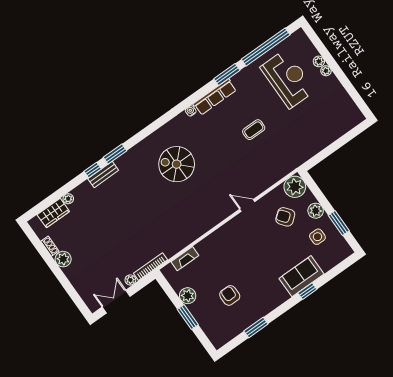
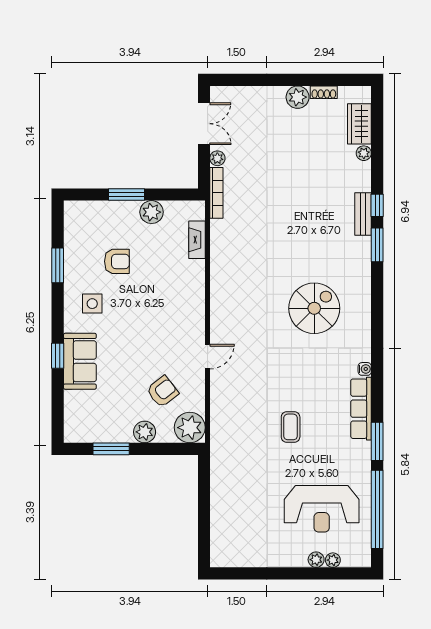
plant: (326, 71) -> (333, 560), moved
side table: (317, 237) -> (92, 304), moved

